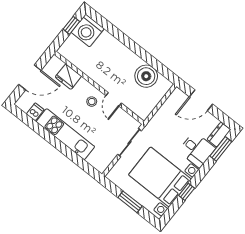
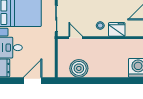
fridge: (68, 77) -> (117, 29), moved
door: (114, 99) -> (76, 38), moved

